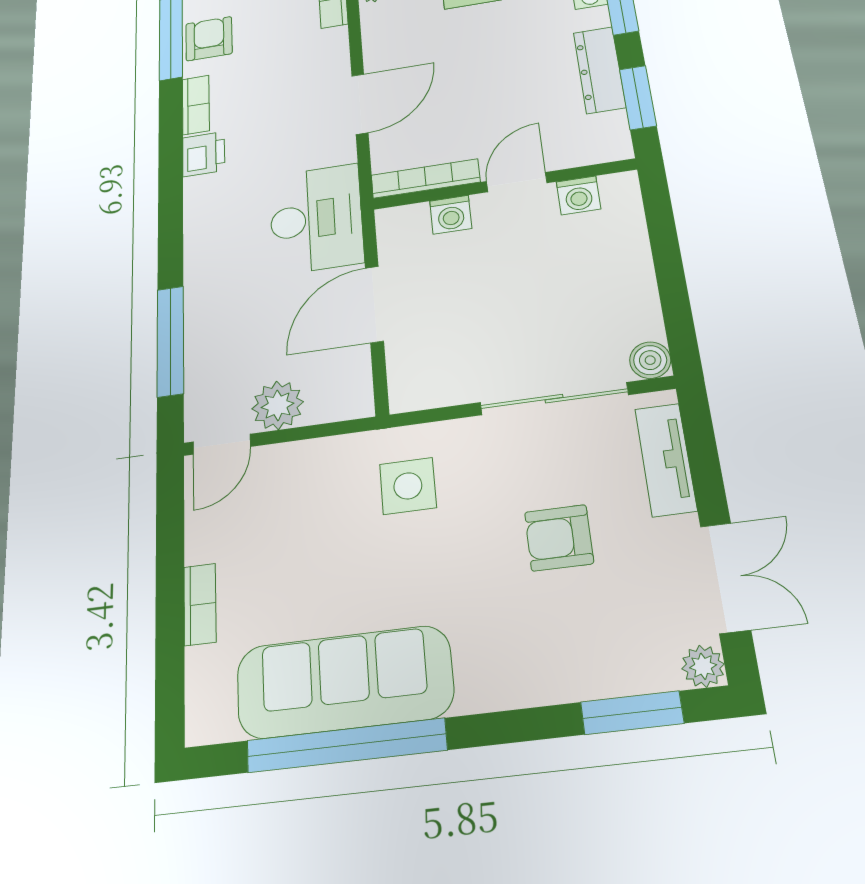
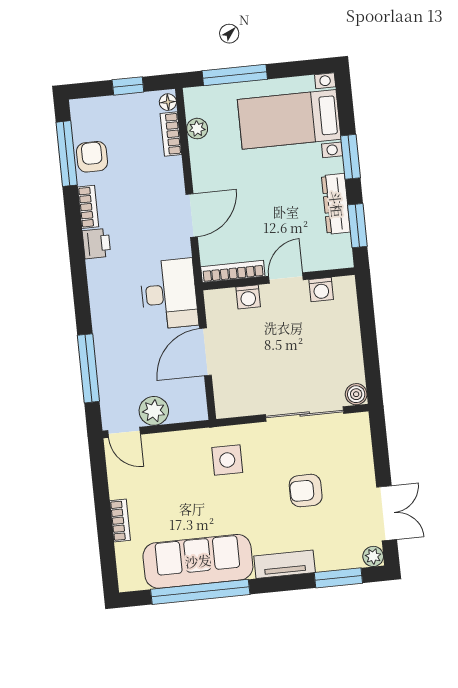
door: (222, 444) -> (124, 432), hinge flipped
tv unit: (666, 459) -> (285, 564), moved, turned 90

